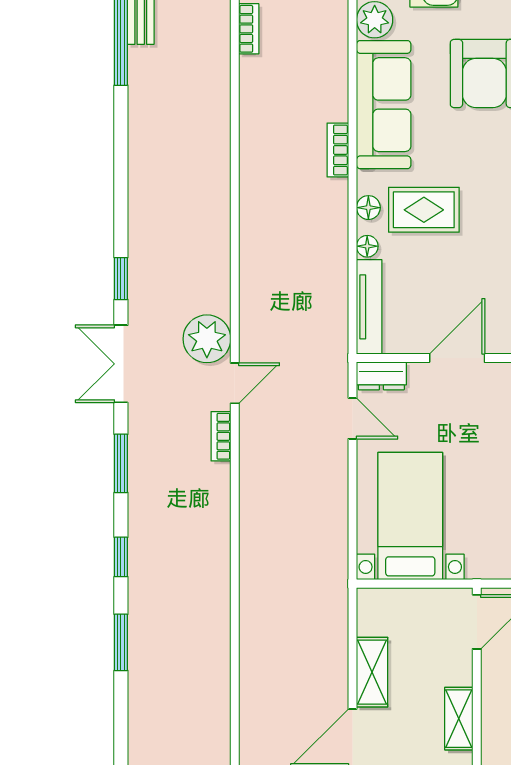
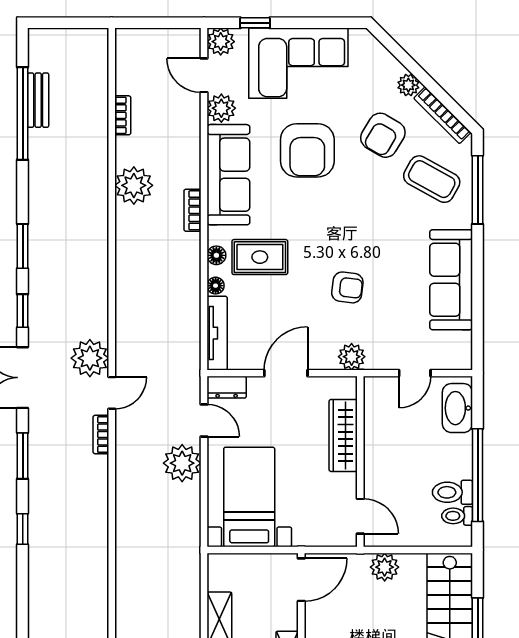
plant: (263, 118) -> (134, 185), added
plant: (325, 473) -> (182, 463), added
window: (121, 642) -> (23, 246), moved

